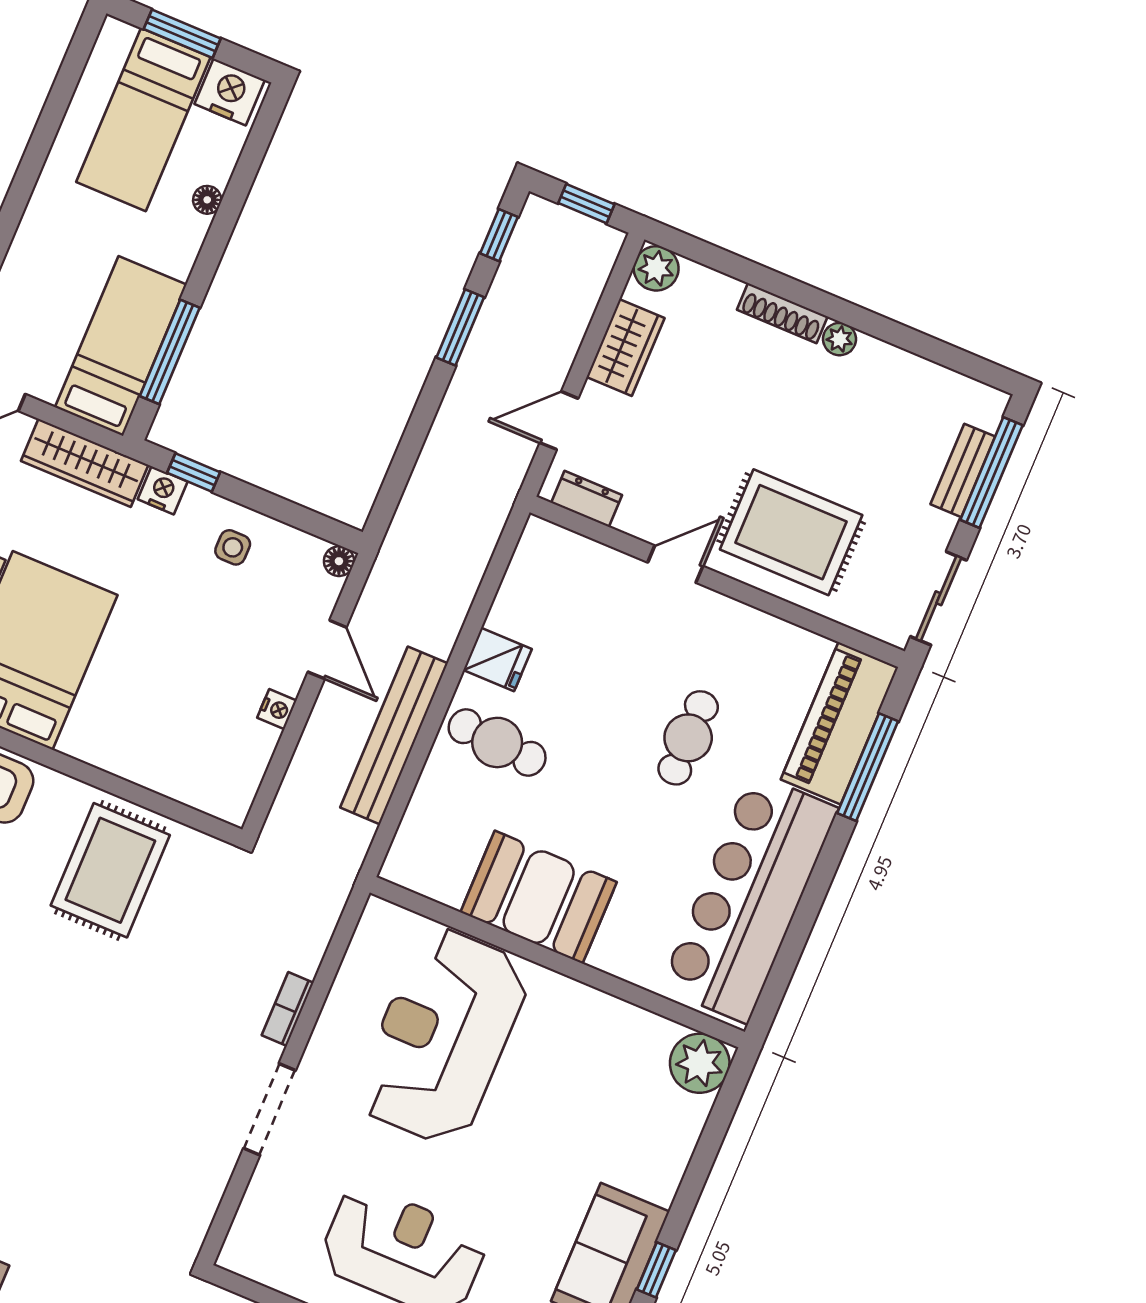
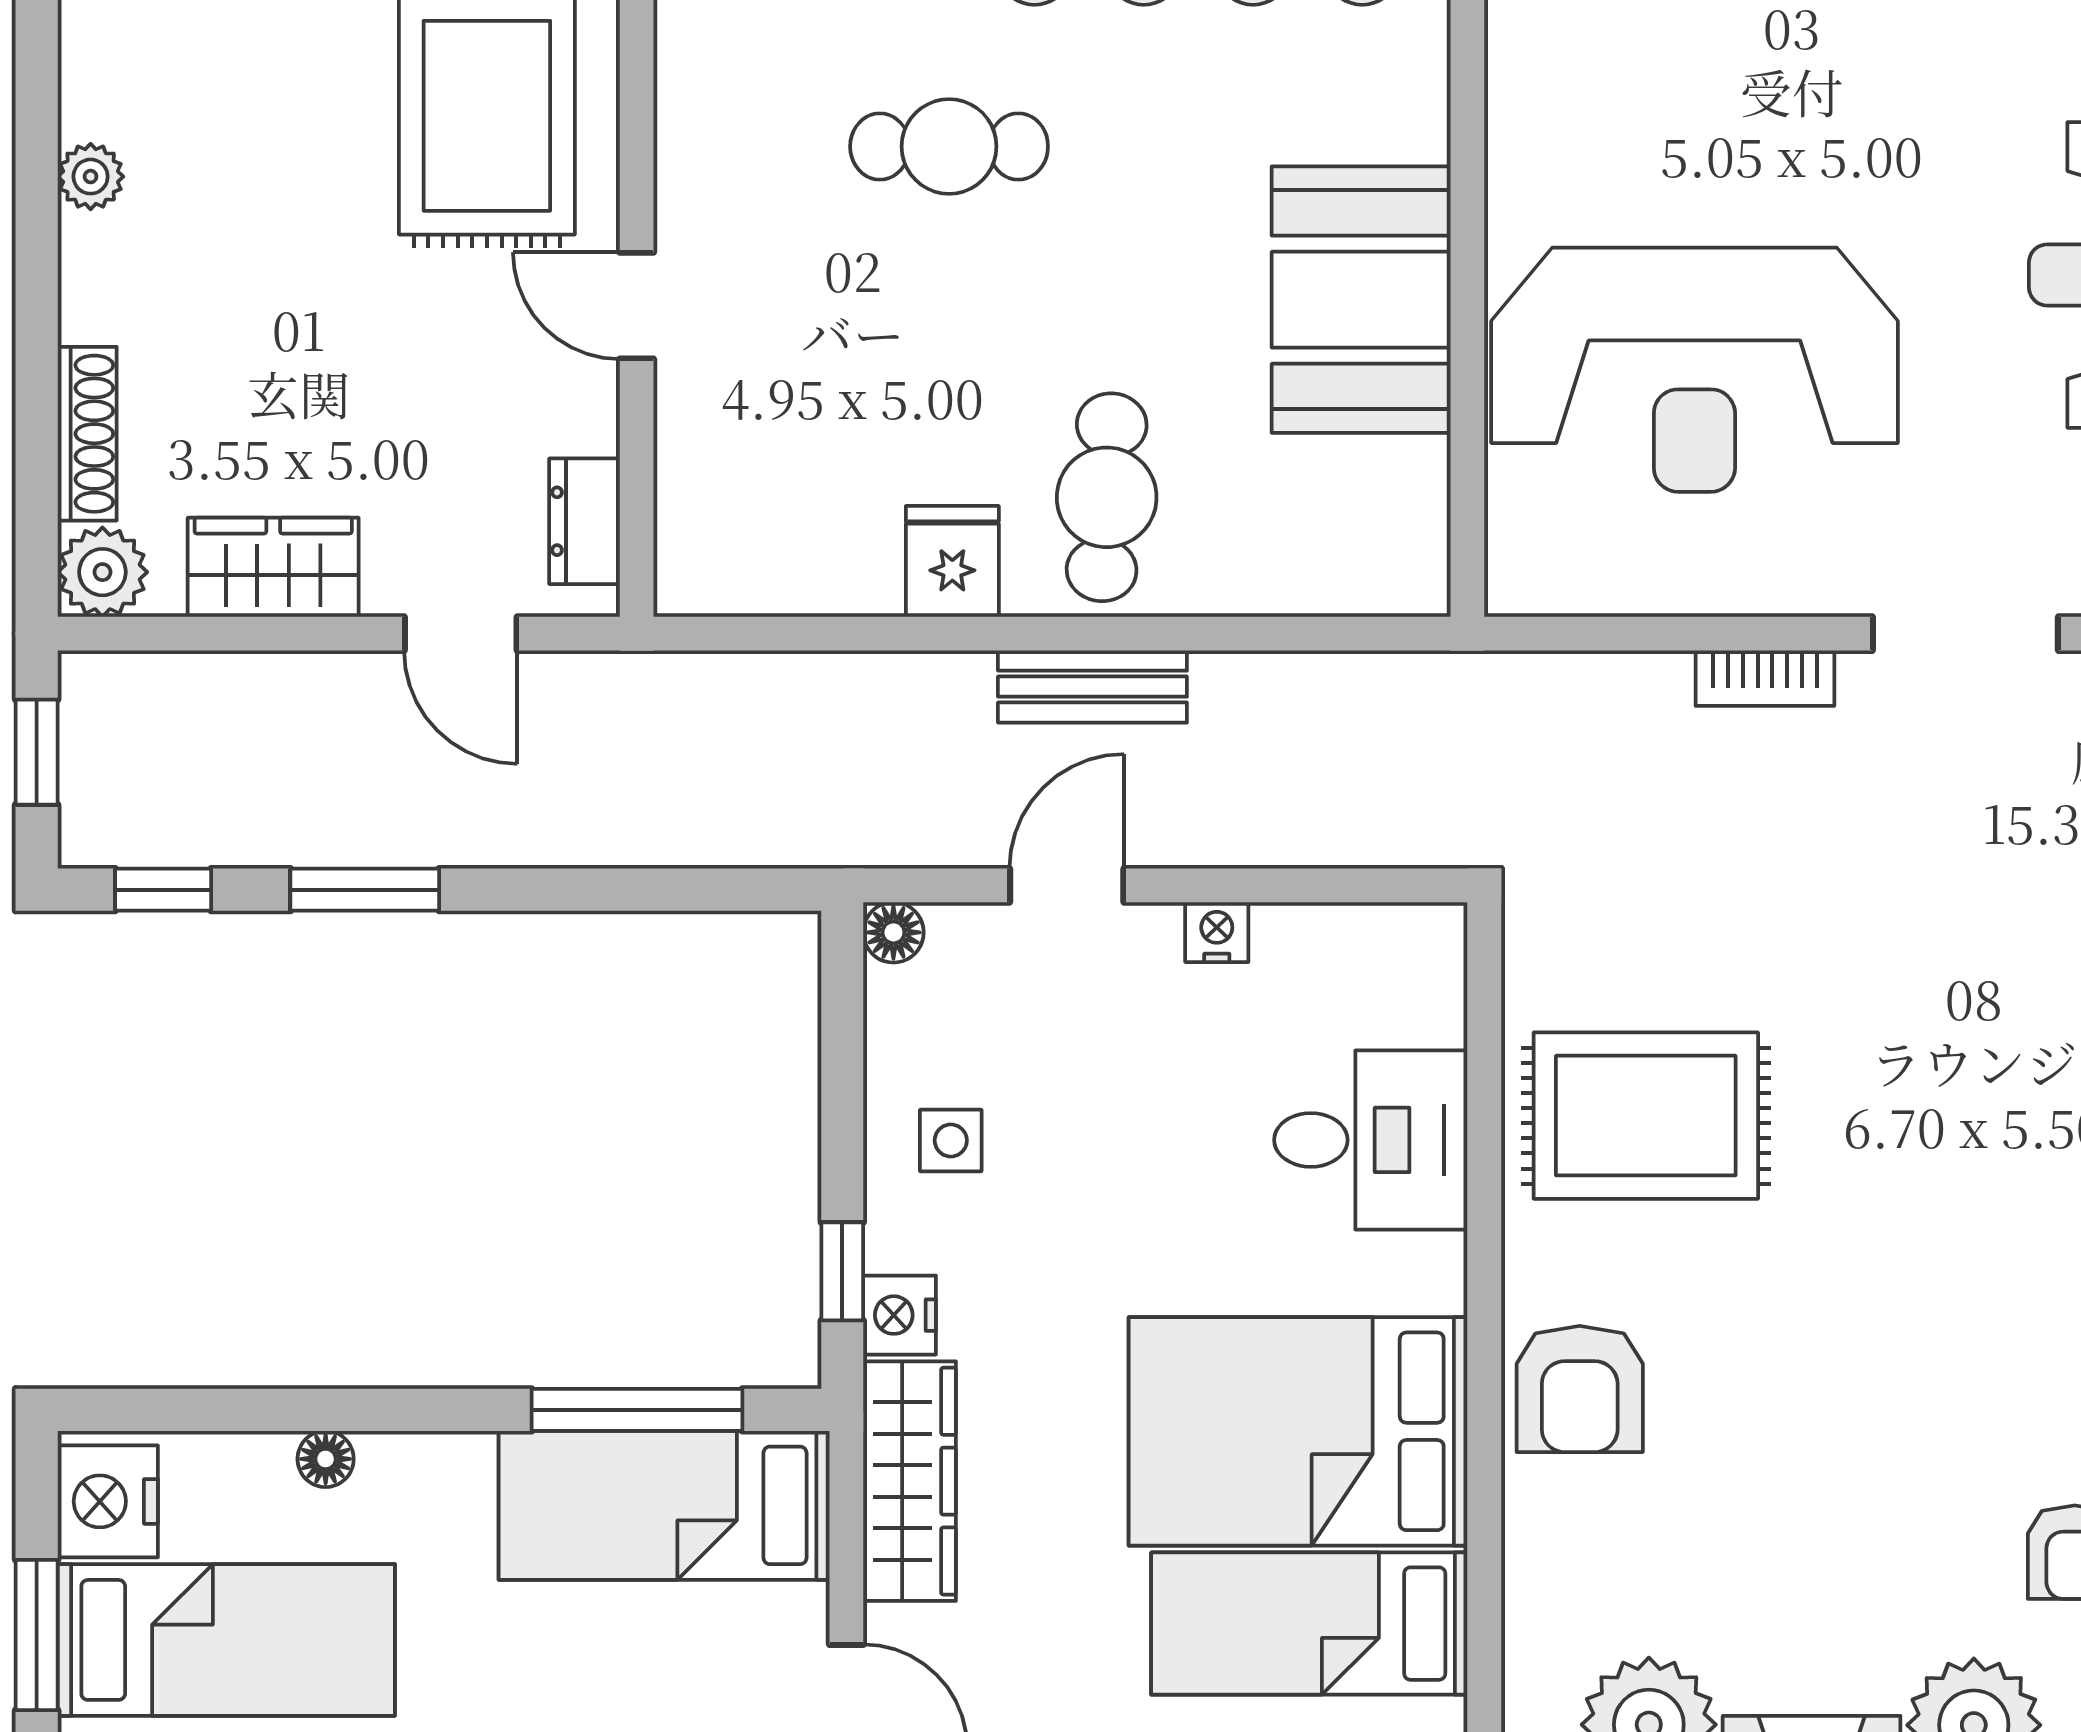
shoe rack: (782, 313) -> (87, 434), moved
bench: (394, 735) -> (1092, 687), width x0.54, depth x0.82
desk: (152, 740) -> (1371, 1140), added

